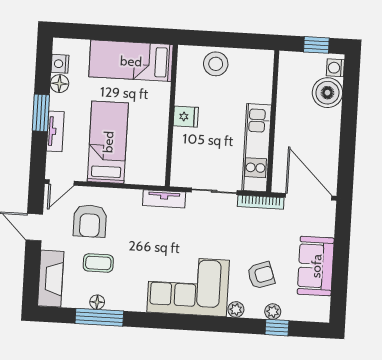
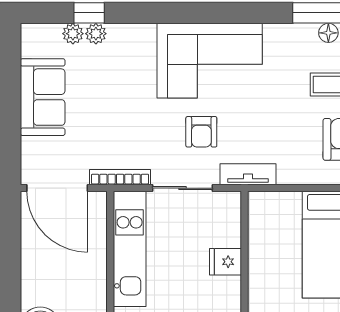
fridge: (186, 117) -> (226, 262), moved
armchair: (261, 275) -> (201, 132), moved, turned -71
plant: (236, 309) -> (73, 34), moved

